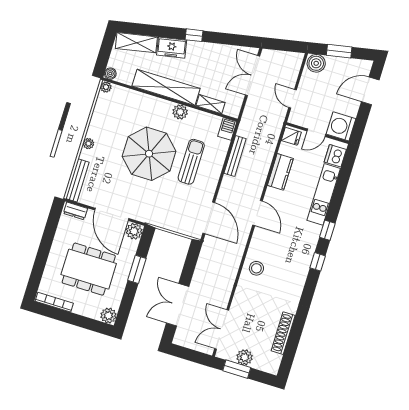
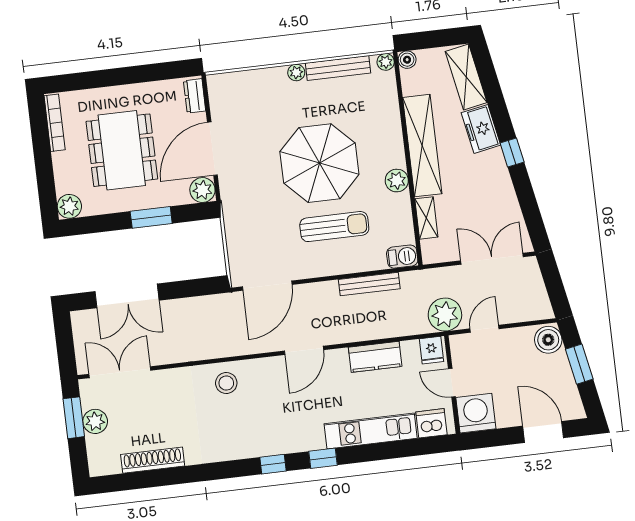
plant: (274, 119) -> (445, 315), added
bench: (77, 180) -> (338, 68), moved
double door: (178, 305) -> (127, 296), swing flipped

